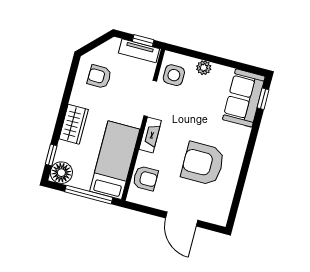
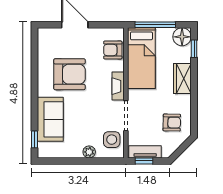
sofa: (244, 98) -> (50, 119), moved

